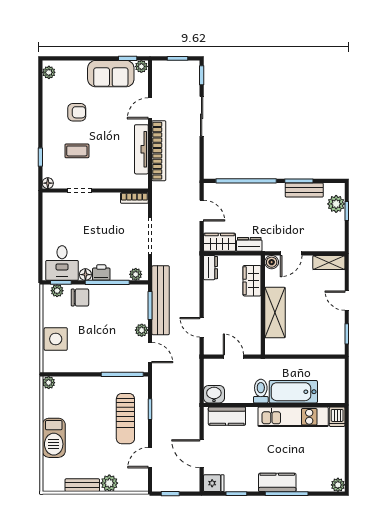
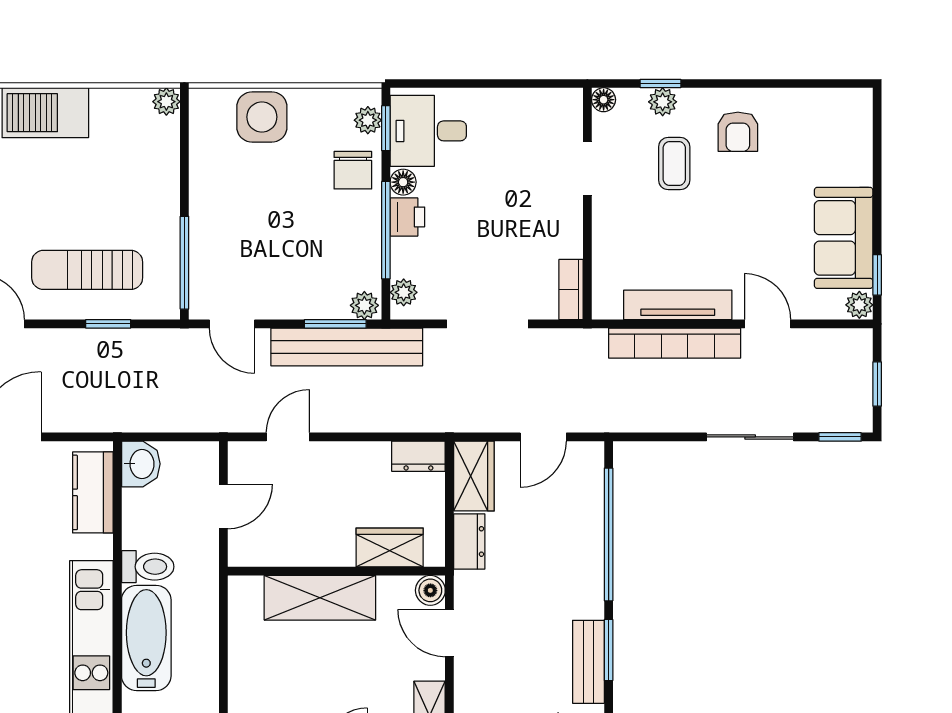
plant: (49, 72) -> (663, 102), moved
armchair: (77, 112) -> (738, 132), moved
plant: (142, 330) -> (364, 305), moved
door: (150, 353) -> (232, 324), hinge flipped

